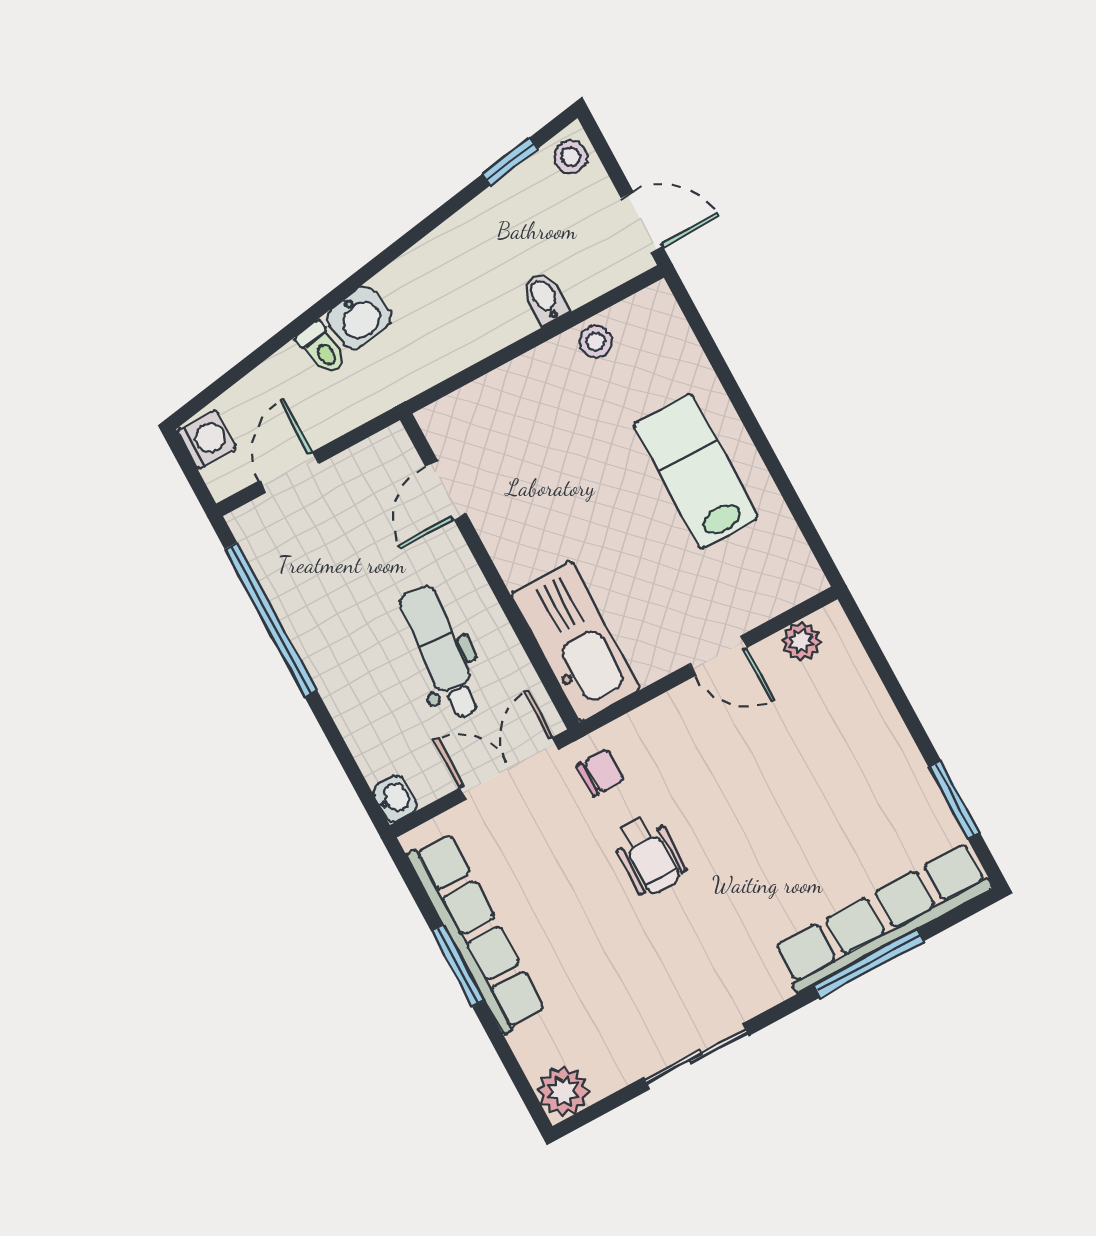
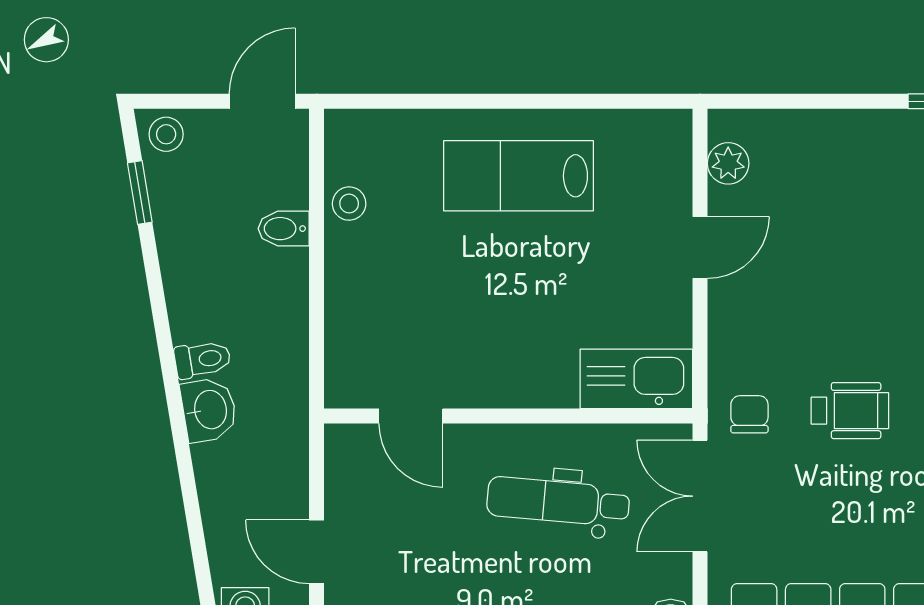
toilet: (322, 349) -> (203, 359), moved
kitchen sink: (576, 642) -> (636, 379), width x0.73, depth x0.81

